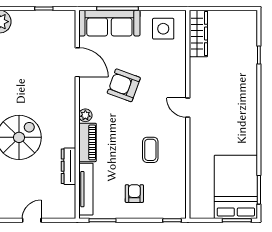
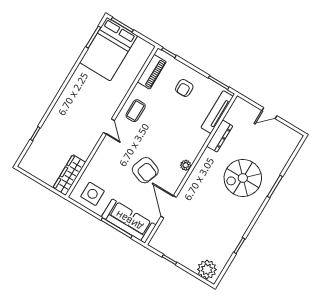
piano: (87, 142) -> (152, 72), moved, turned 180
coffee table: (150, 150) -> (136, 111), moved

